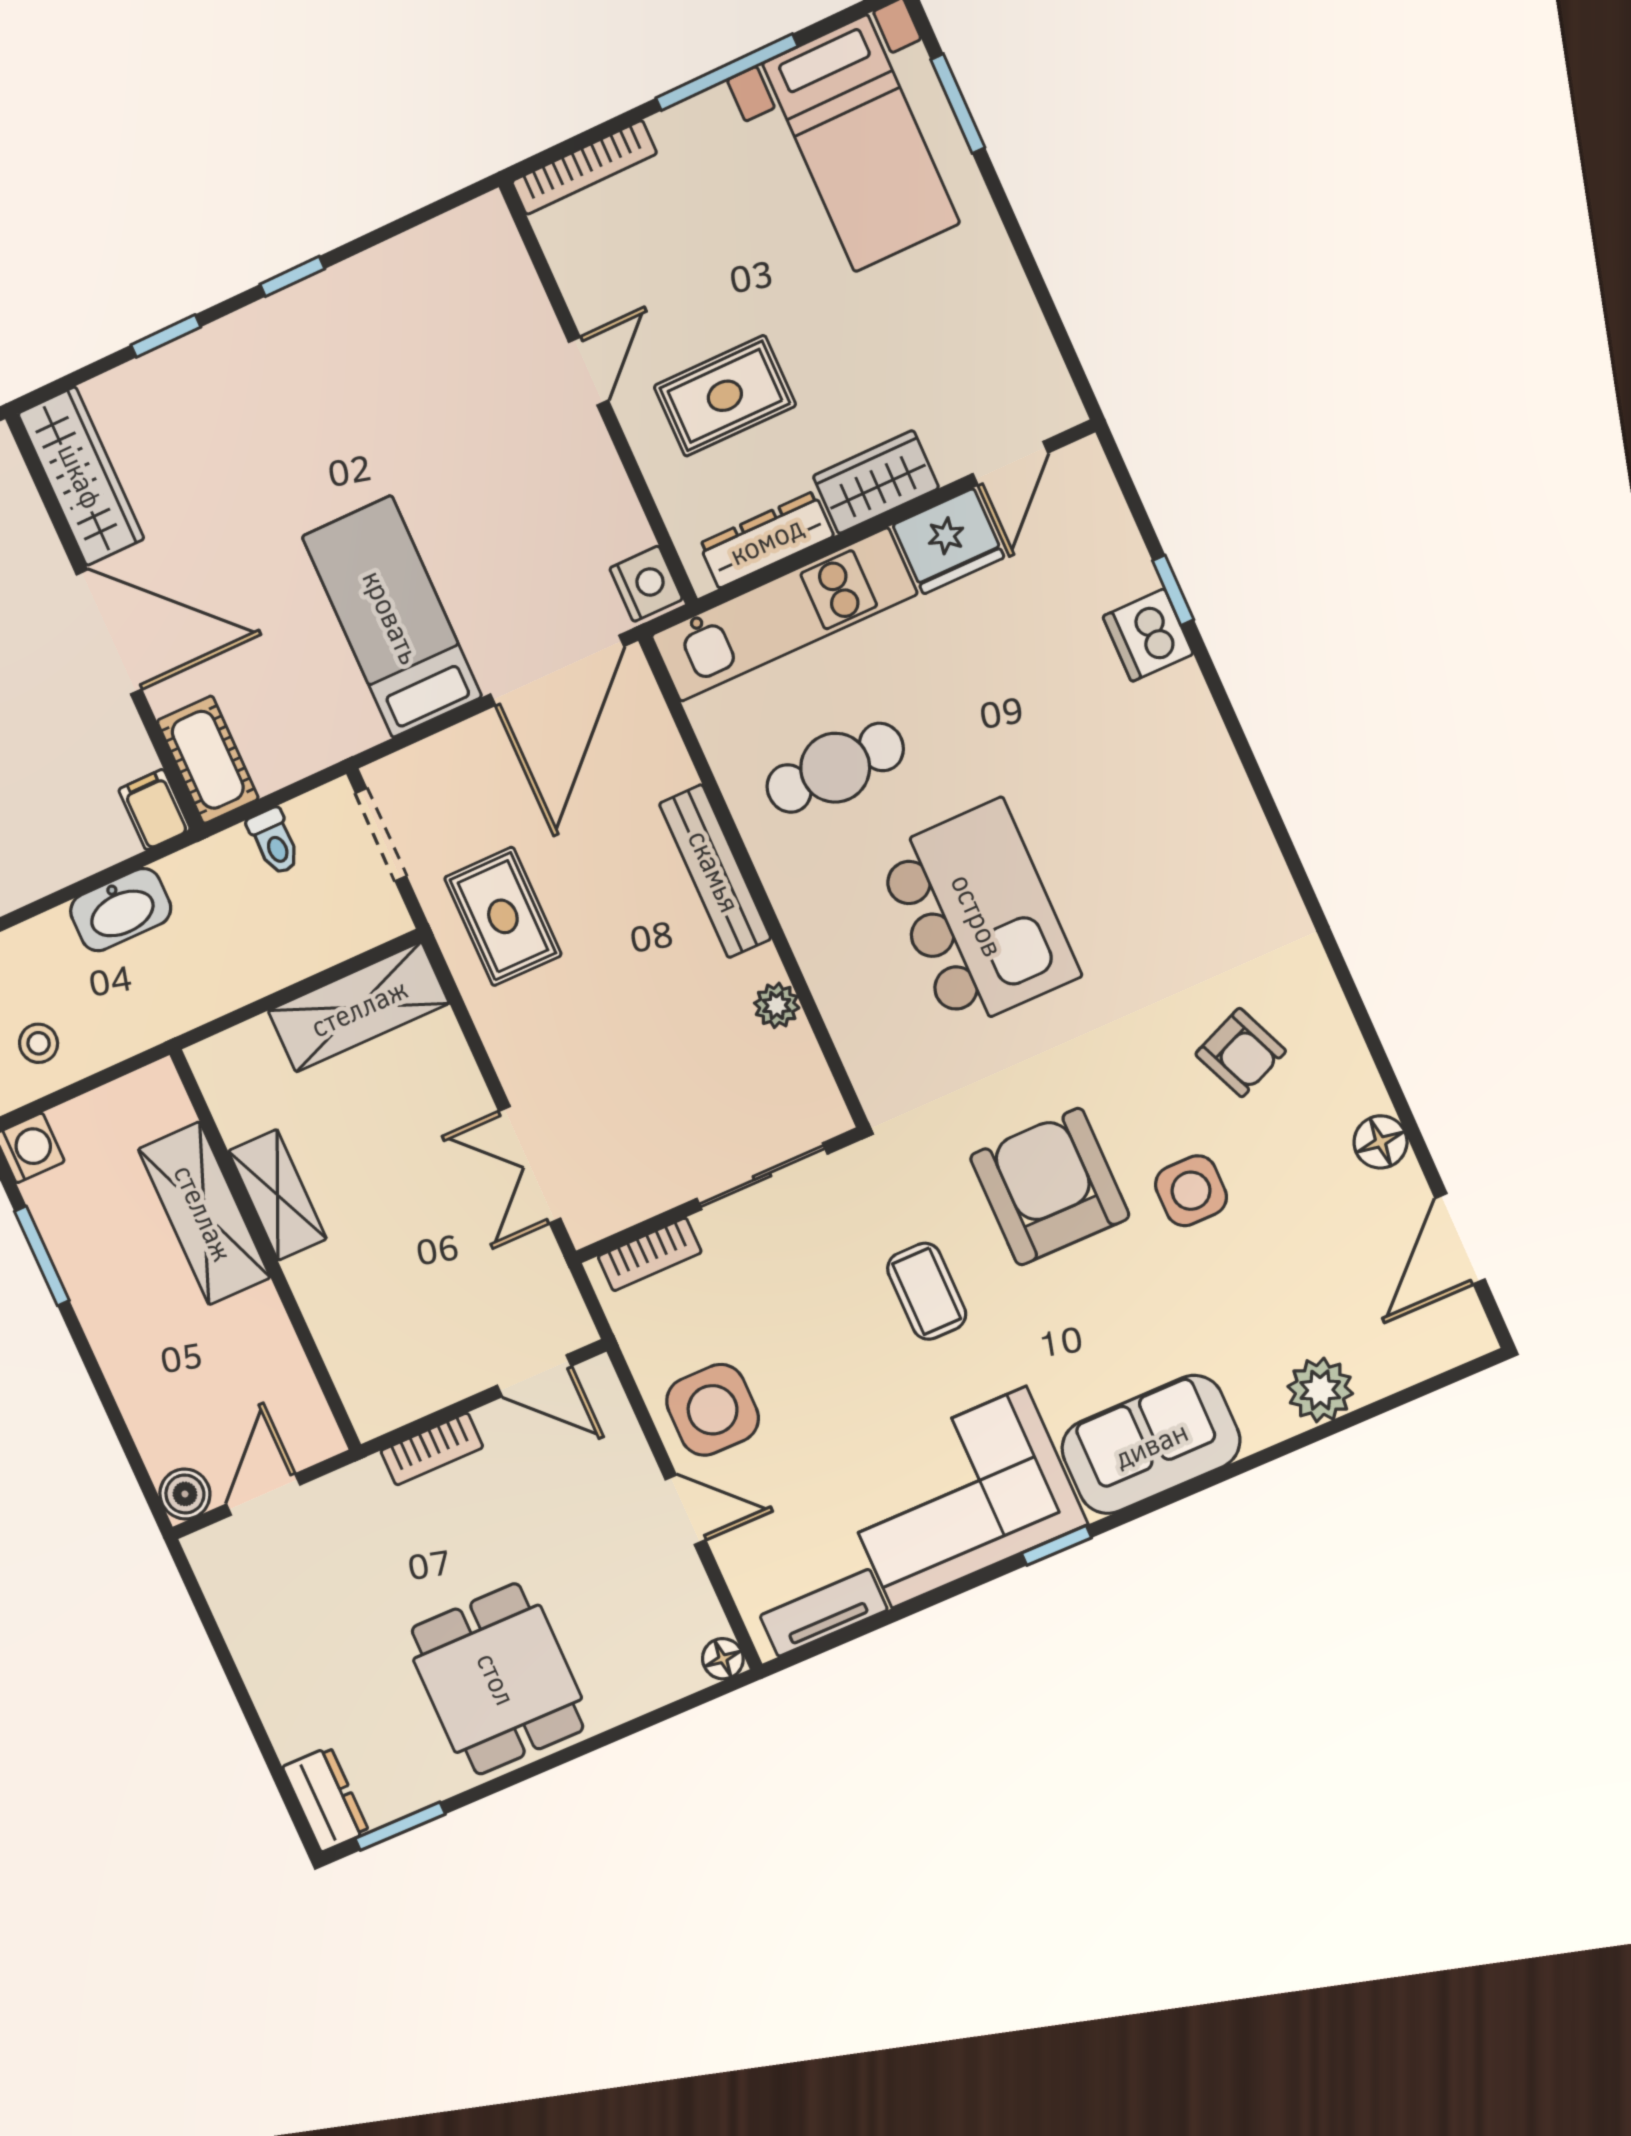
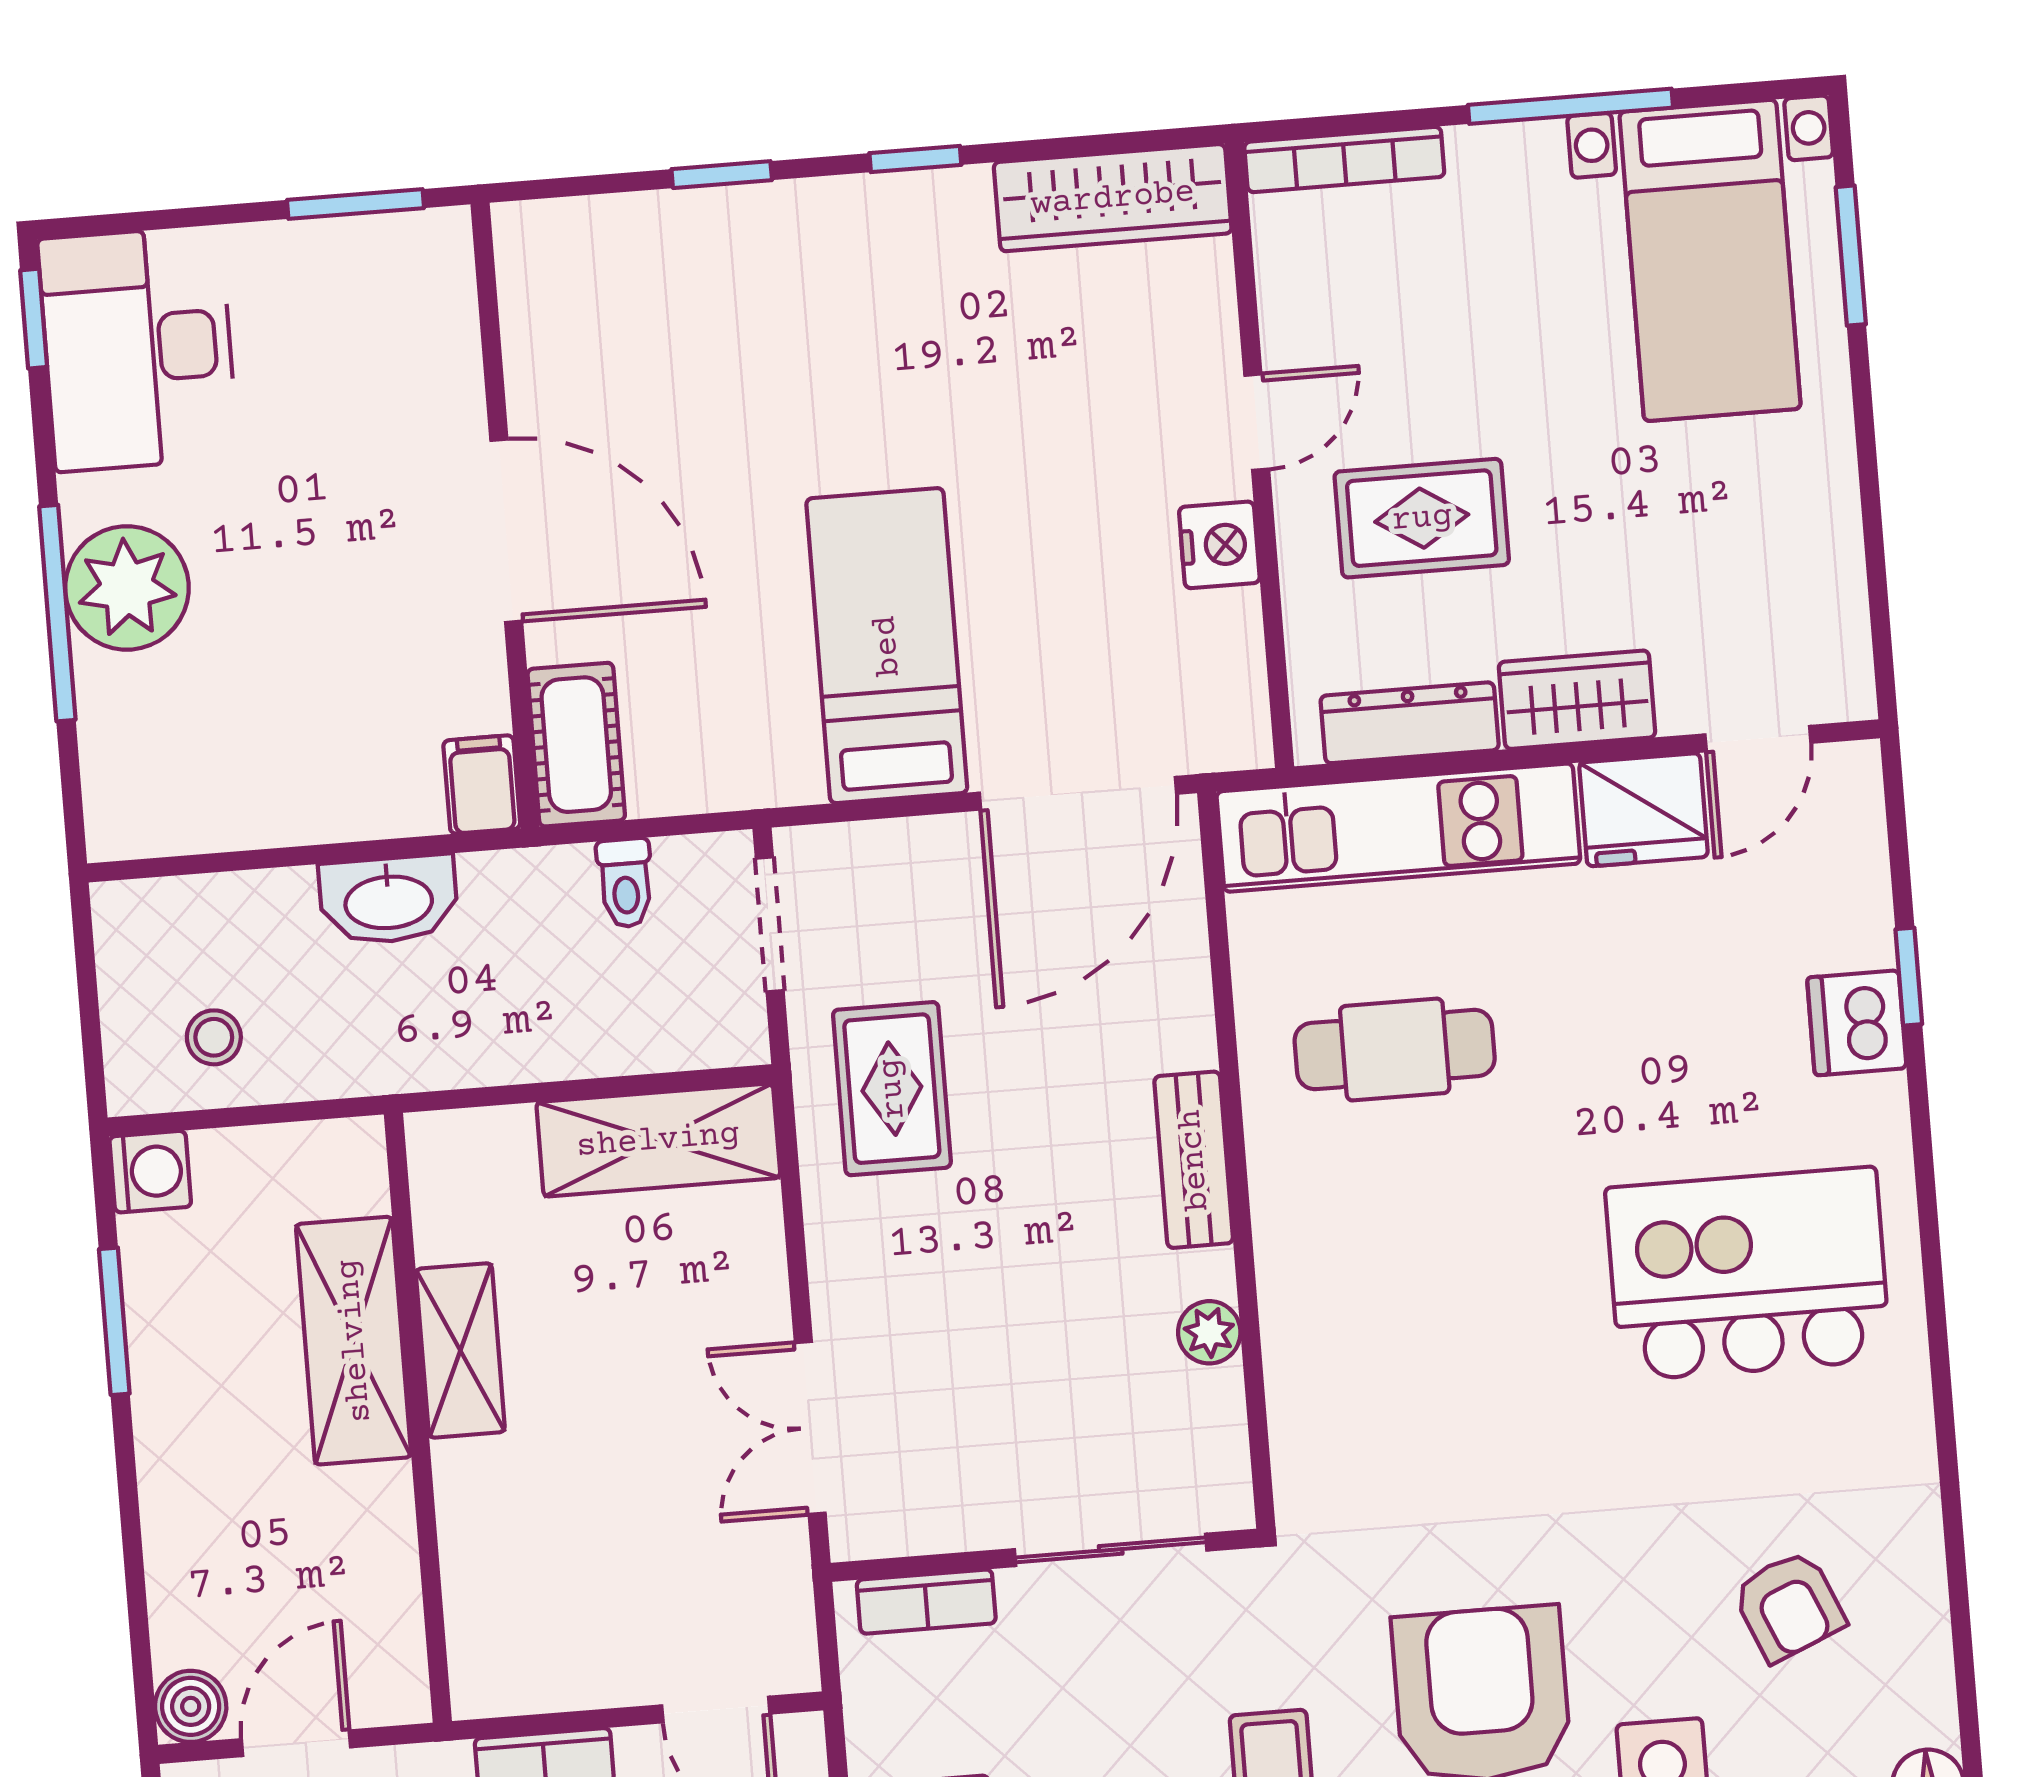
wardrobe: (81, 476) -> (1113, 198), moved, turned 90
nightstand: (646, 584) -> (1219, 545), moved
bench: (715, 871) -> (1194, 1160), width x0.73
kitchen island: (978, 915) -> (1748, 1274), moved, turned -90

